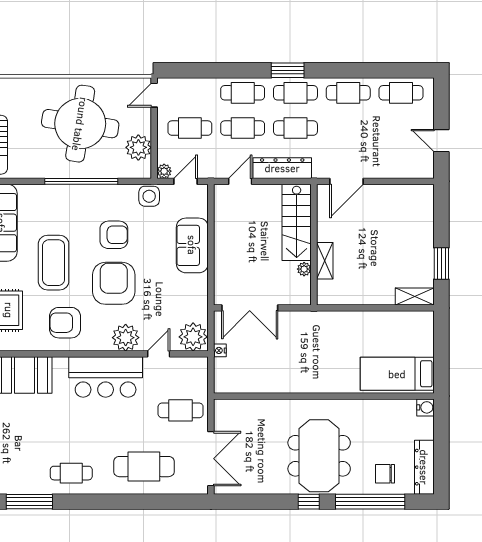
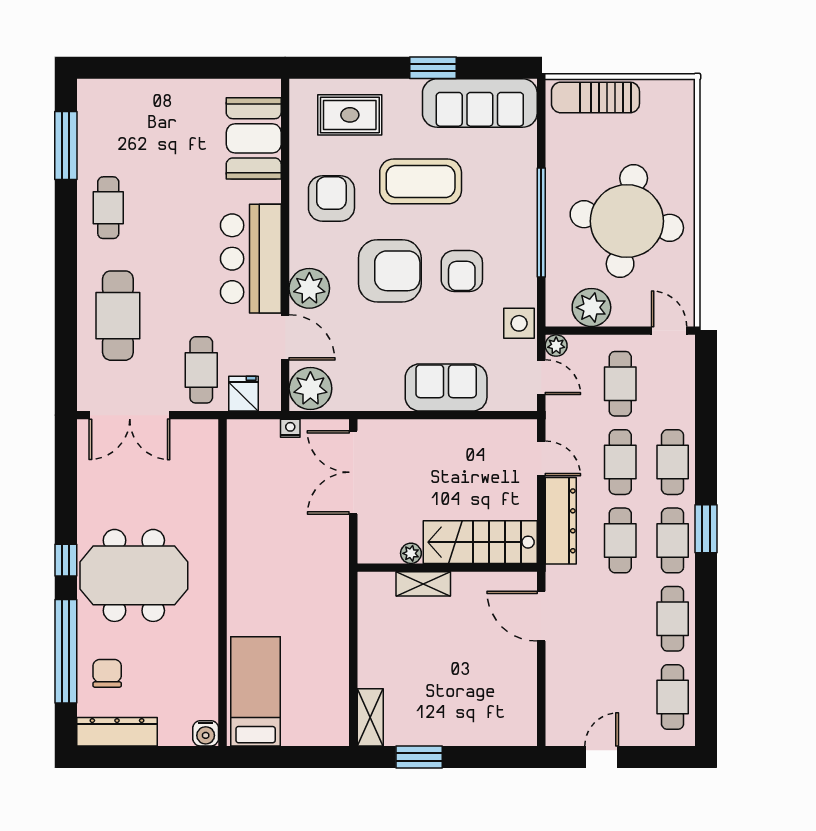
door: (159, 354) -> (285, 337), width x1.38
fridge: (196, 382) -> (243, 394), added

